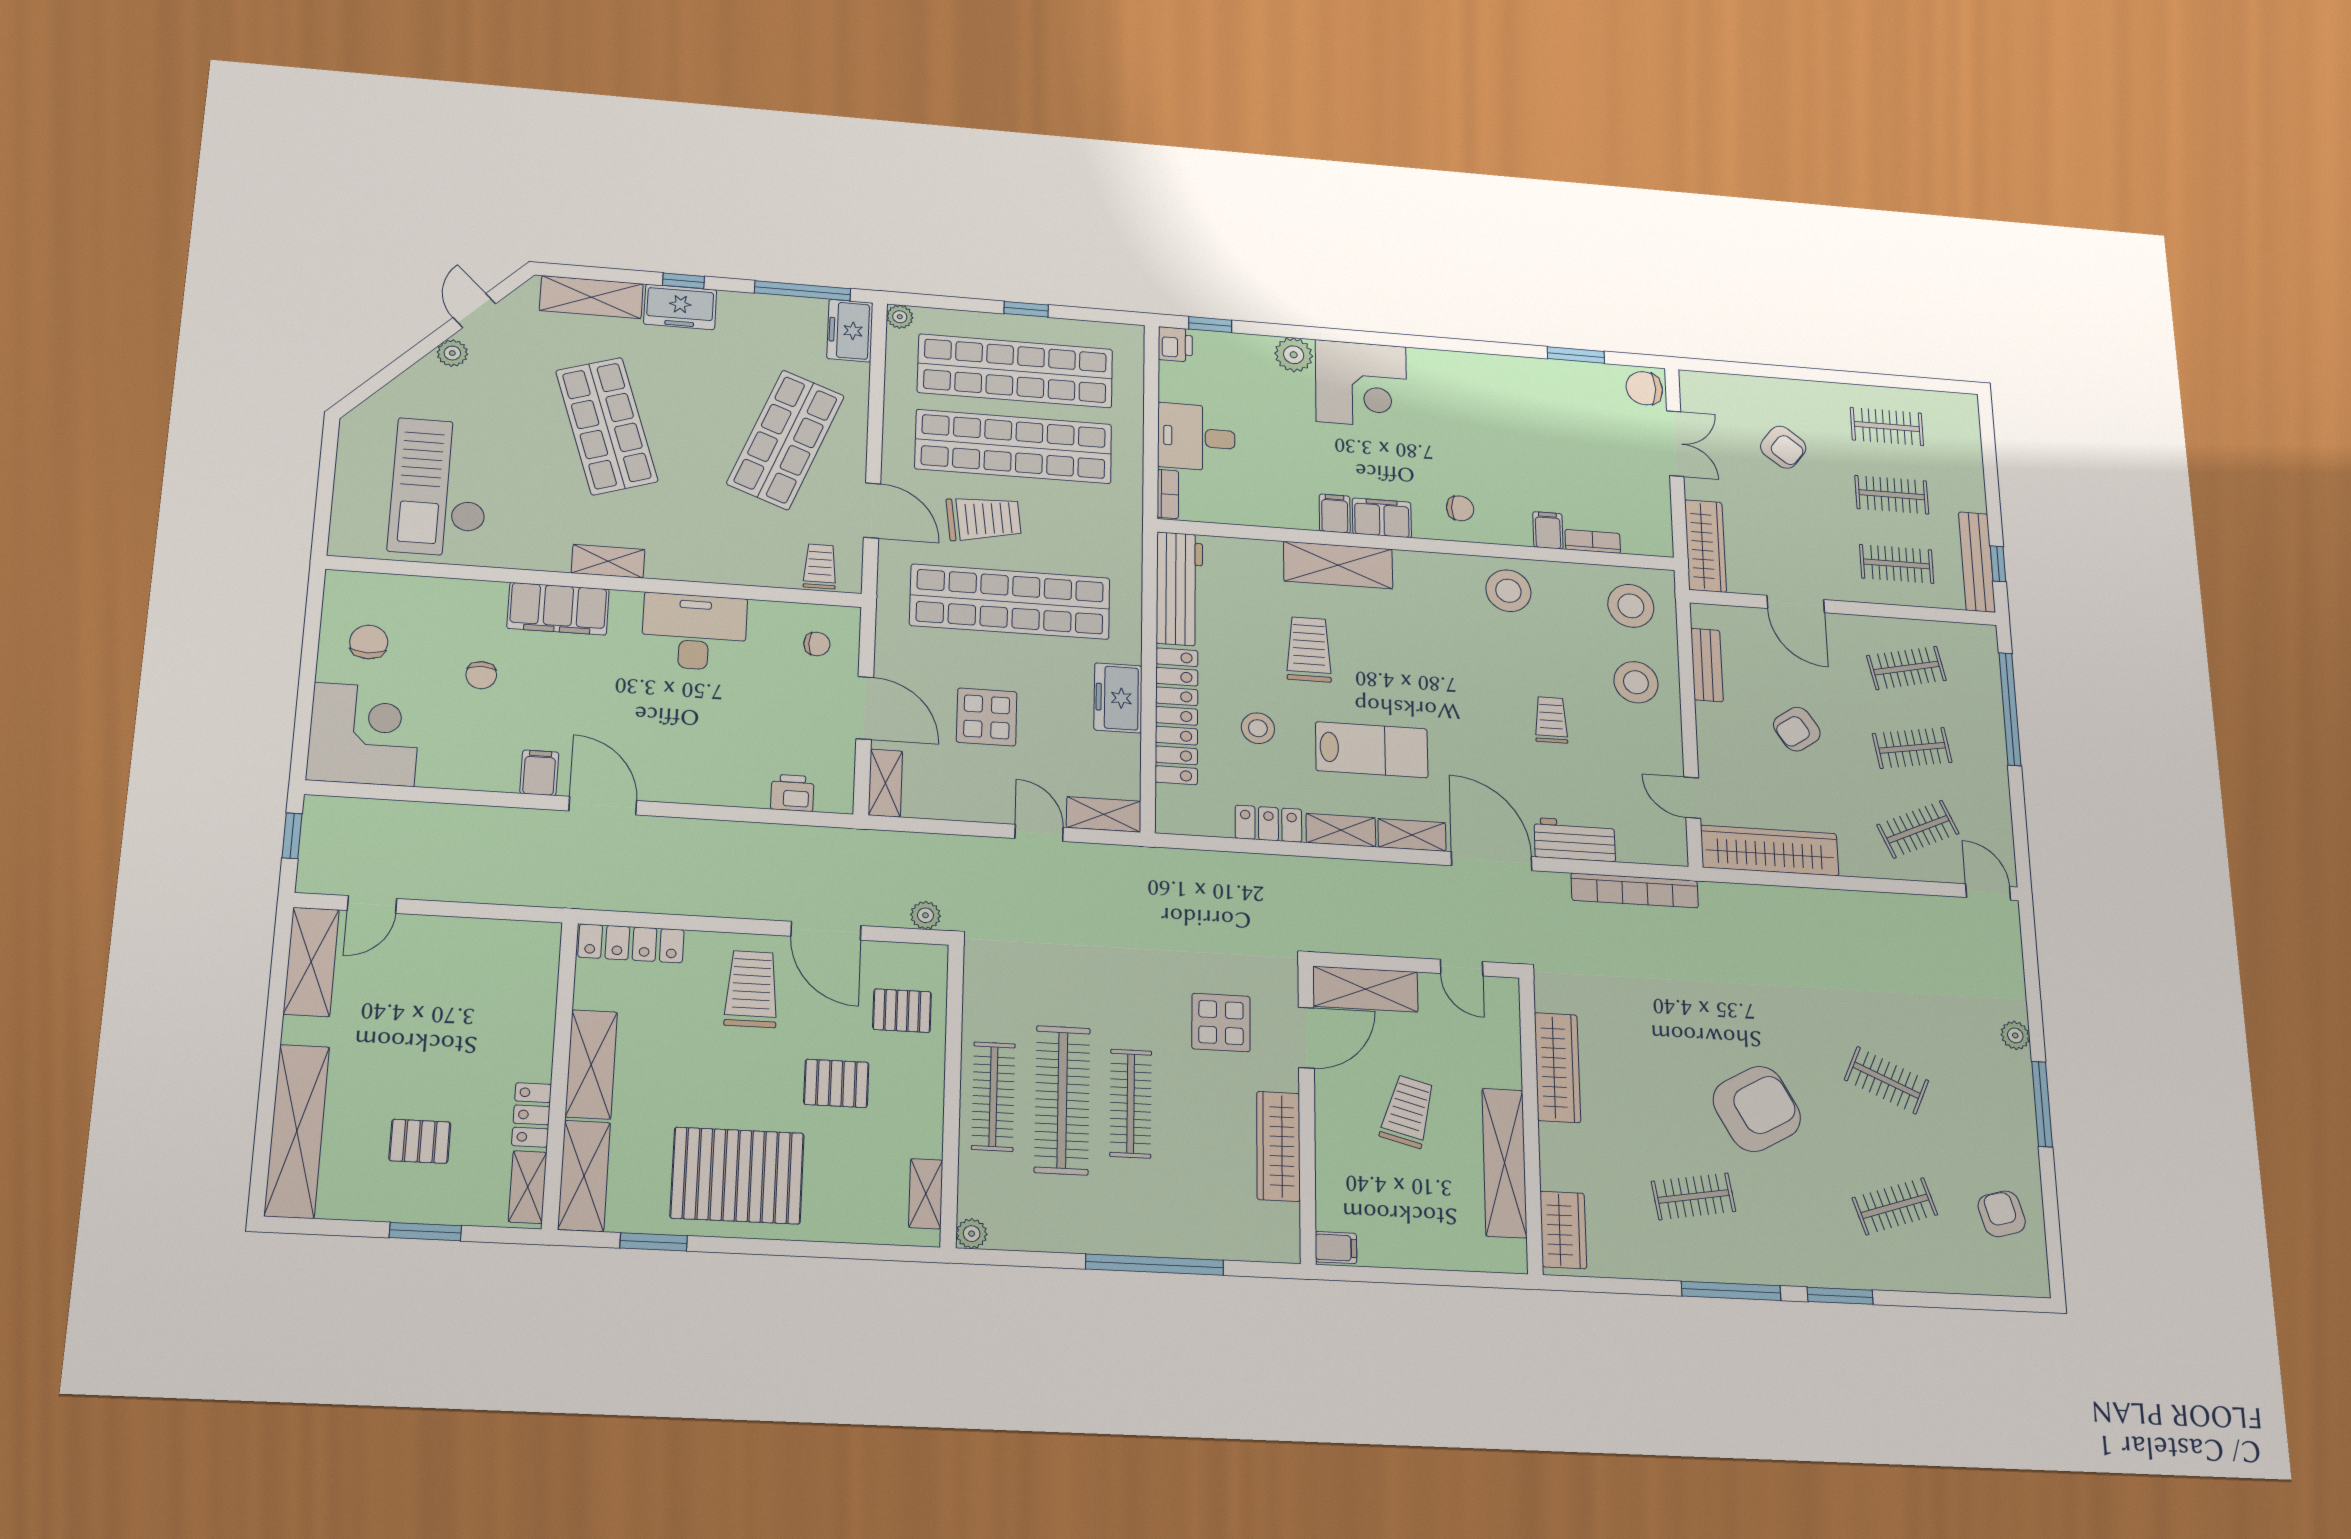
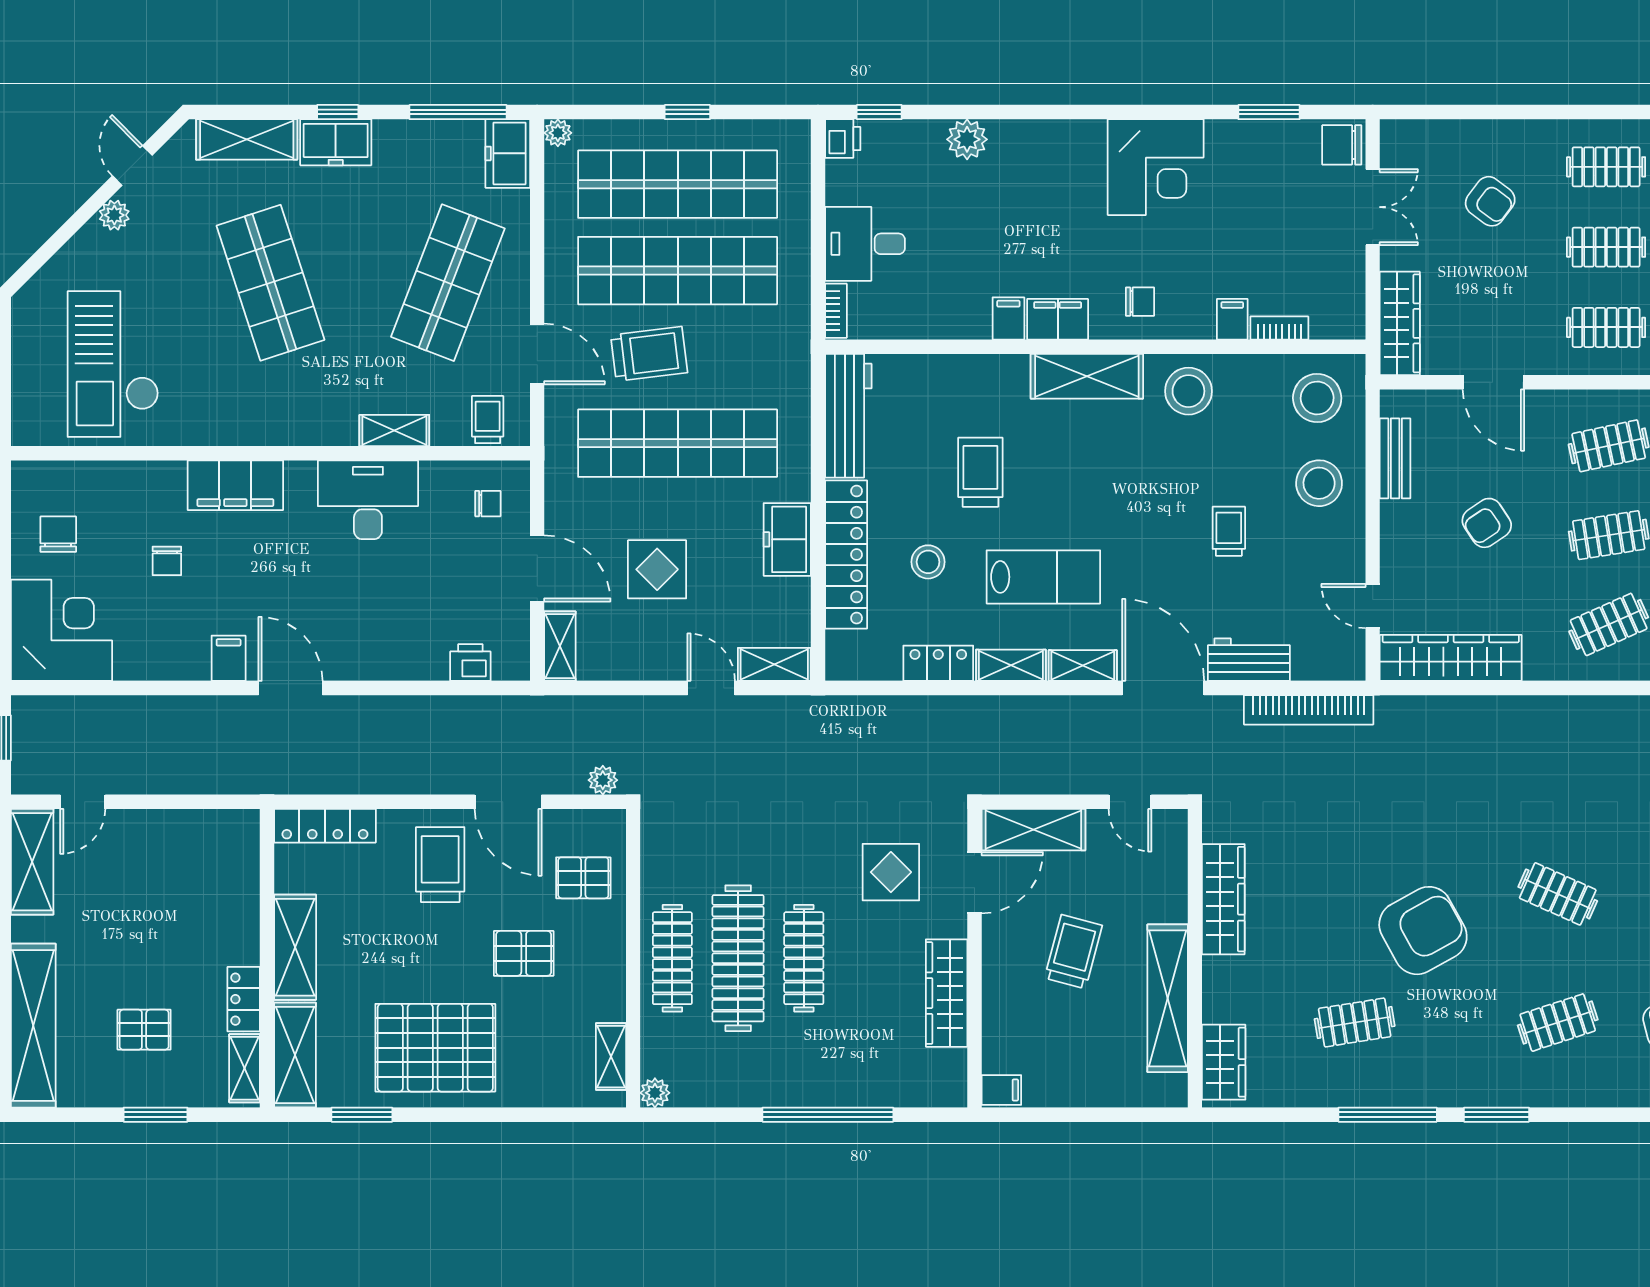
corner desk: (1361, 384) -> (1156, 167), moved
shelving: (608, 561) -> (394, 431), moved
shelving: (1338, 565) -> (1087, 376), moved

